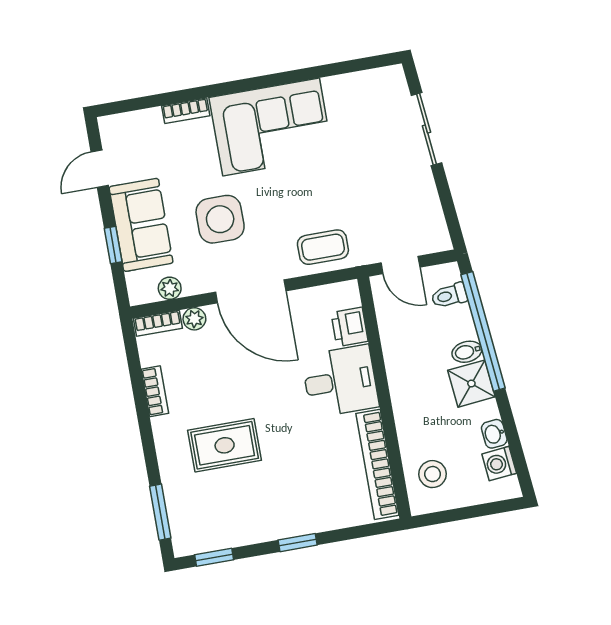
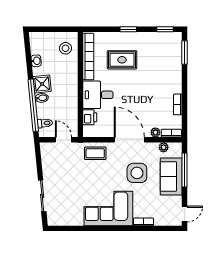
door: (100, 169) -> (185, 214), moved
window: (113, 245) -> (185, 170), width x2.17
rug: (225, 445) -> (122, 60), moved
washing machine: (499, 464) -> (36, 48), removed

